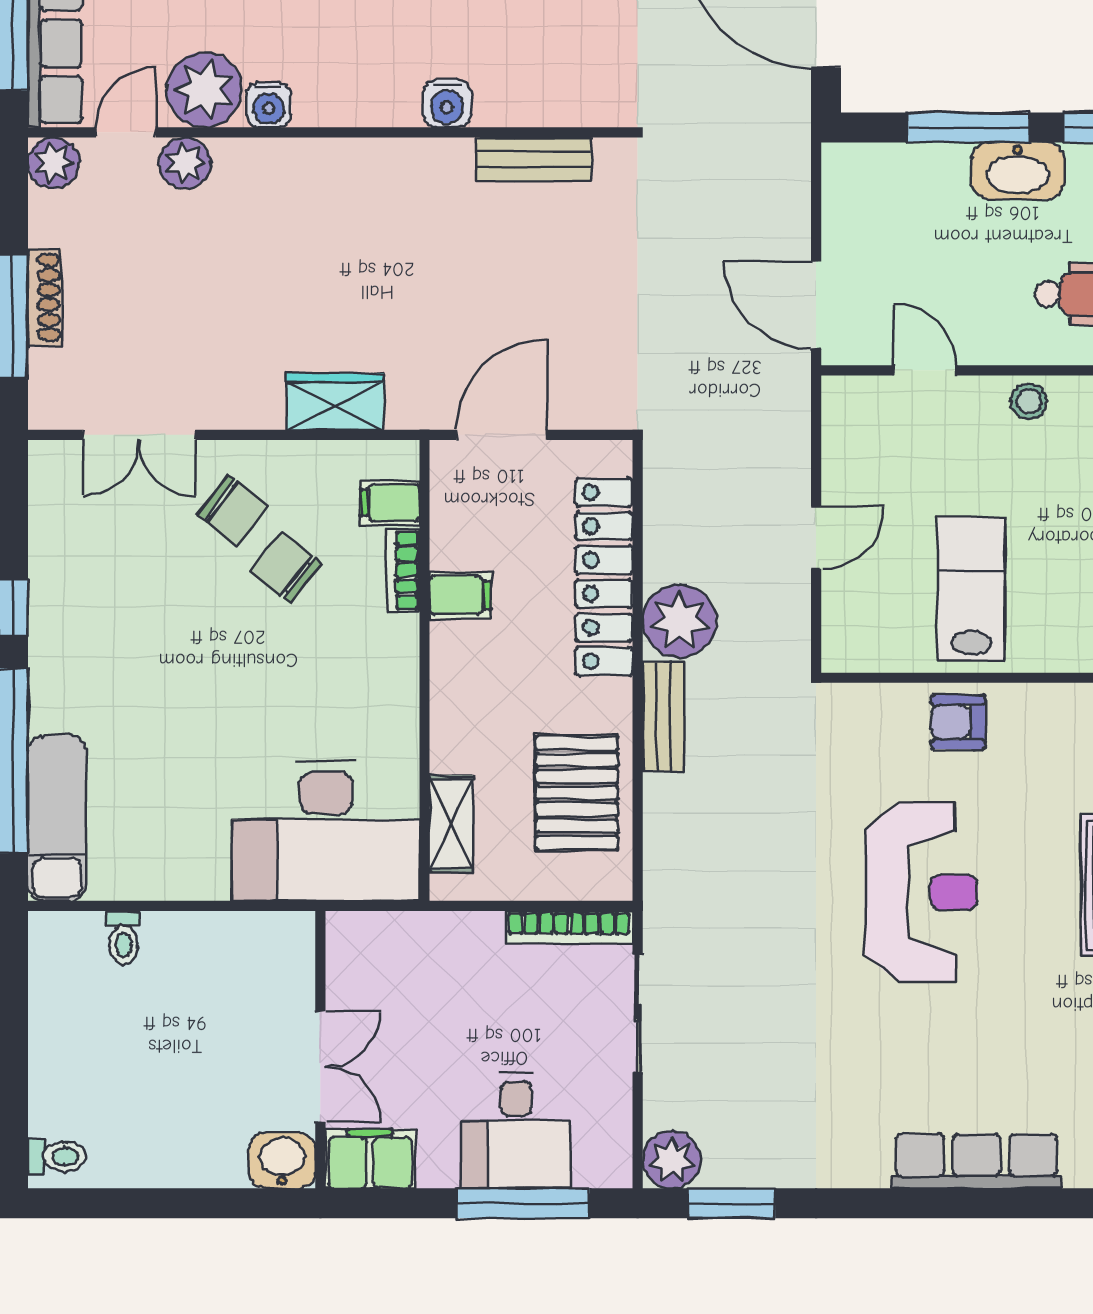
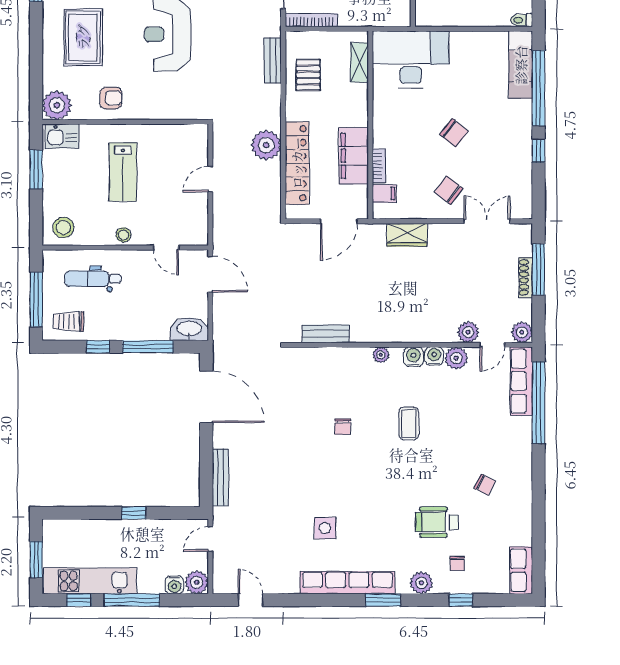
plant: (204, 90) -> (456, 358), width x0.73, depth x0.73
water cooler: (447, 103) -> (413, 357), moved
plant: (399, 108) -> (381, 355), added
washbasin: (1018, 171) -> (189, 329), moved
chair: (286, 567) -> (454, 133), moved
lab bench: (971, 589) -> (123, 172), moved
filing cabinet: (460, 595) -> (354, 156), width x3.00, depth x1.17
bench: (664, 716) -> (273, 61), moved
armchair: (958, 722) -> (111, 98), moved
pallet: (577, 793) -> (308, 75), width x0.67, depth x0.71
toilet: (123, 938) -> (521, 20), moved, turned -90

